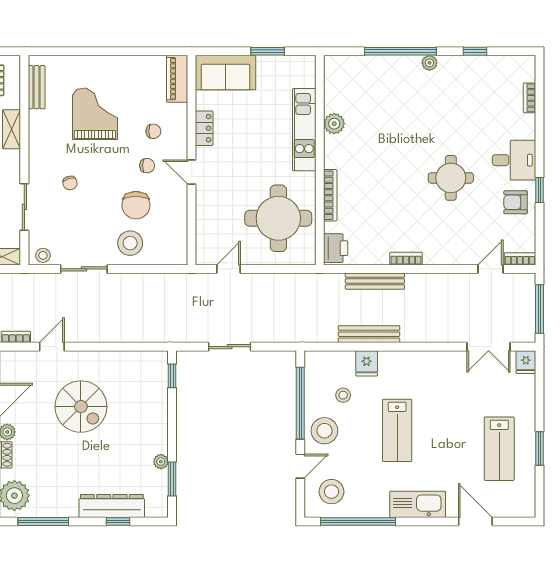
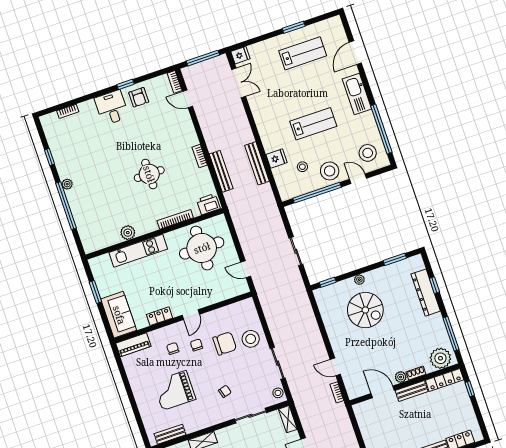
round table: (451, 178) -> (149, 174), moved
spiral stairs: (81, 407) -> (365, 310), moved, turned 90
plant: (161, 462) -> (359, 280), moved

